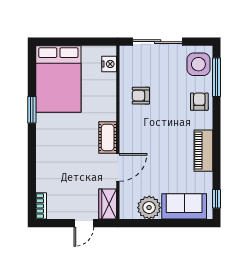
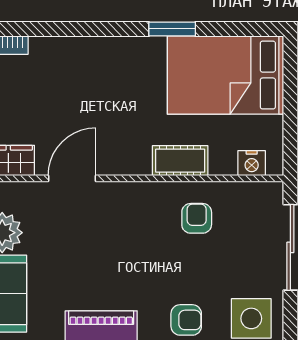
cot: (108, 138) -> (180, 161), moved
door: (118, 167) -> (72, 178), swing flipped

